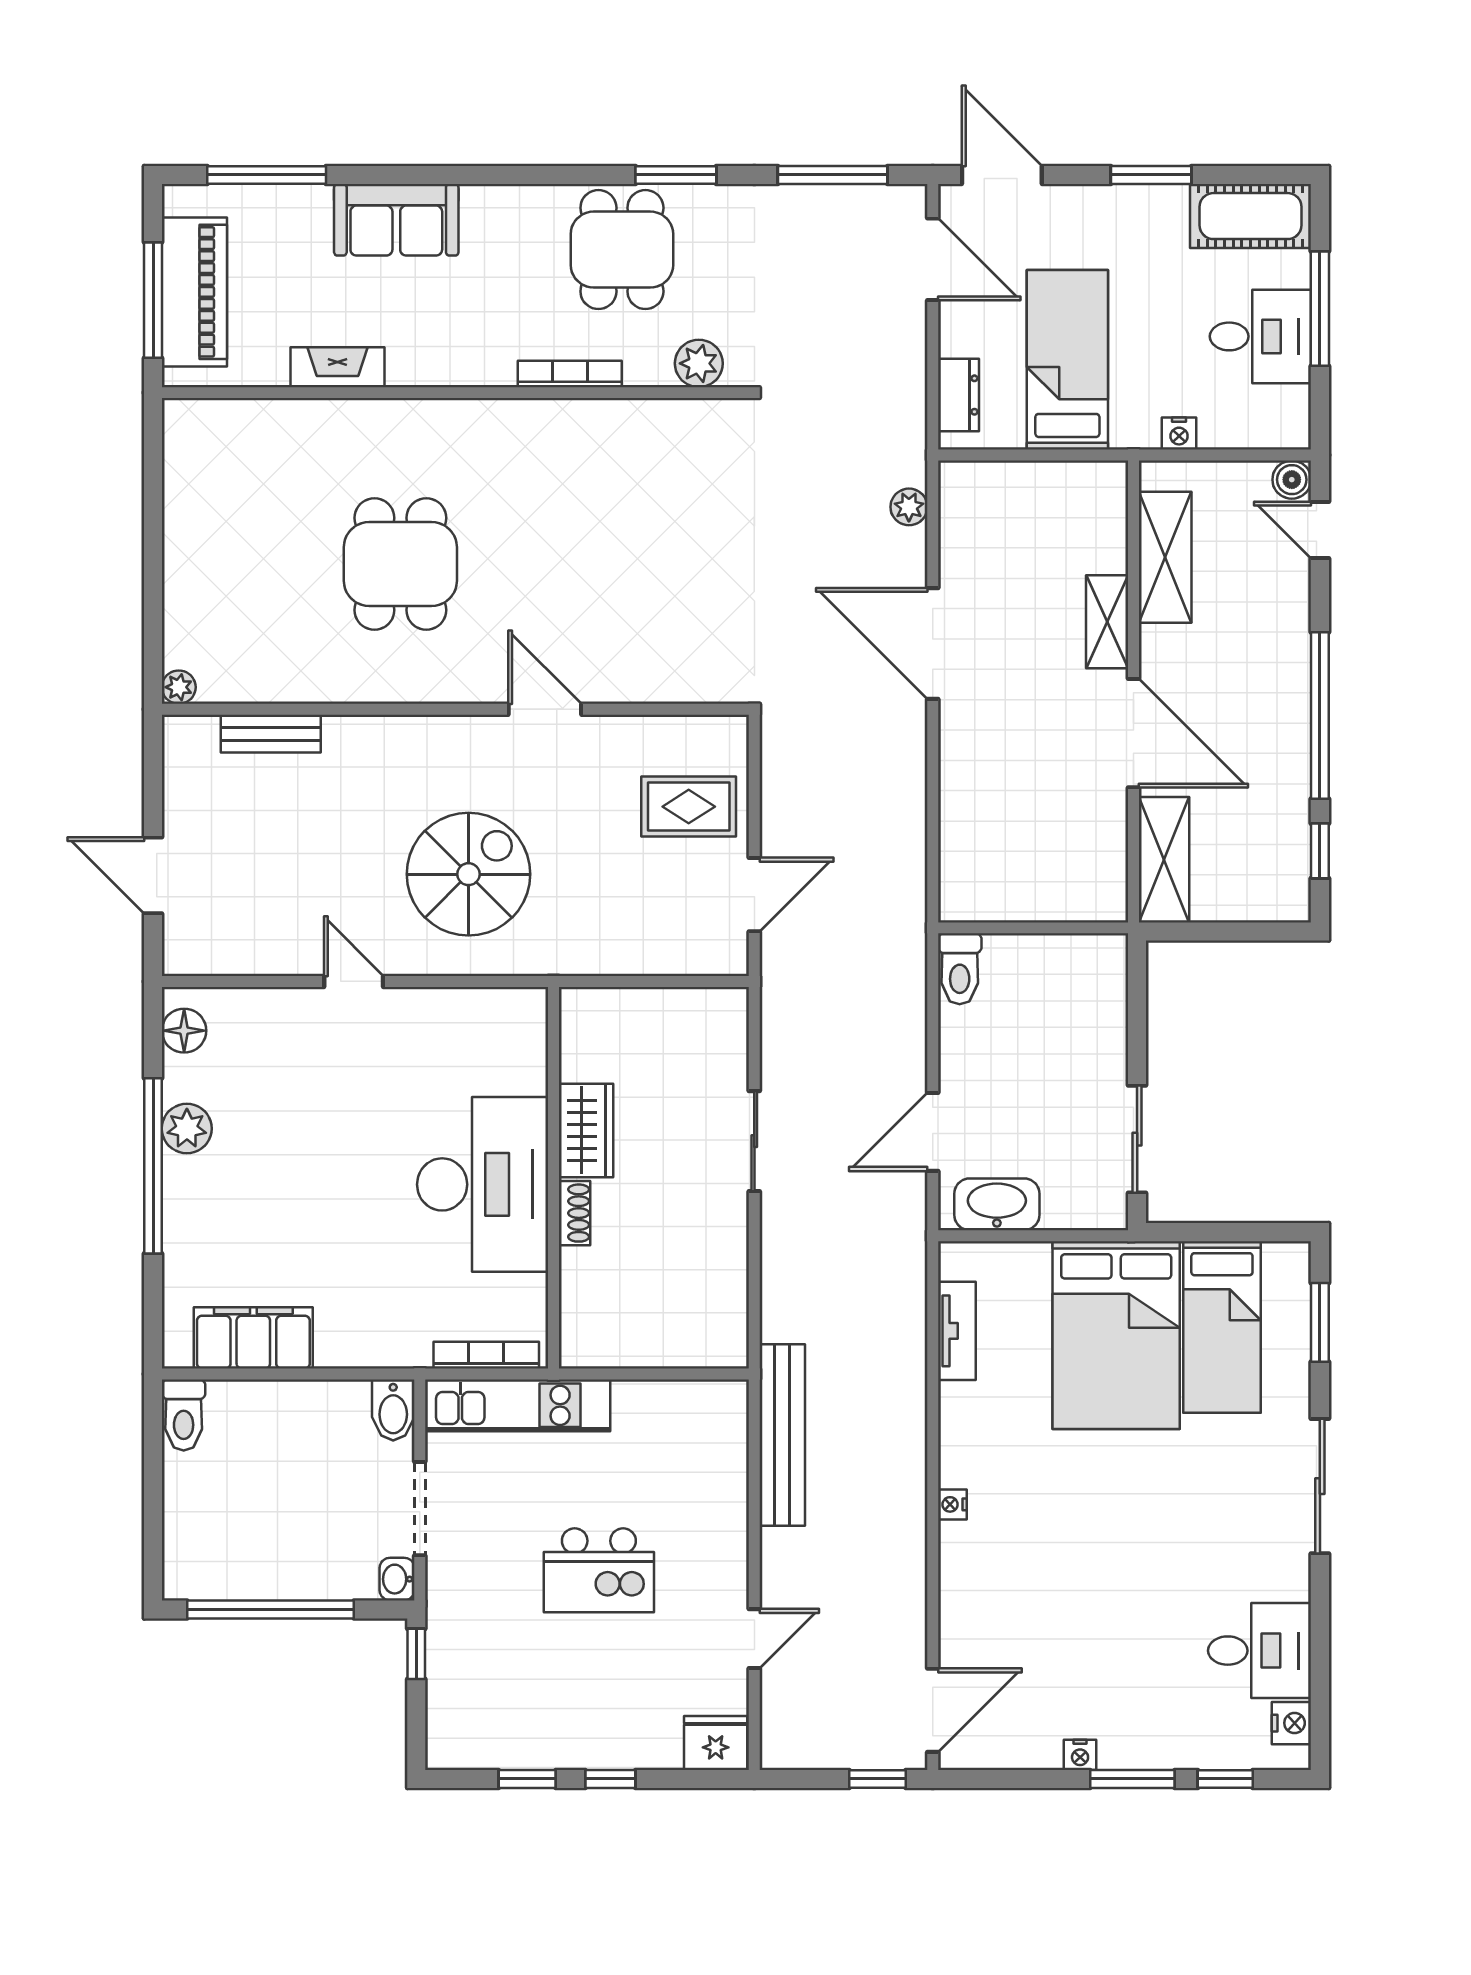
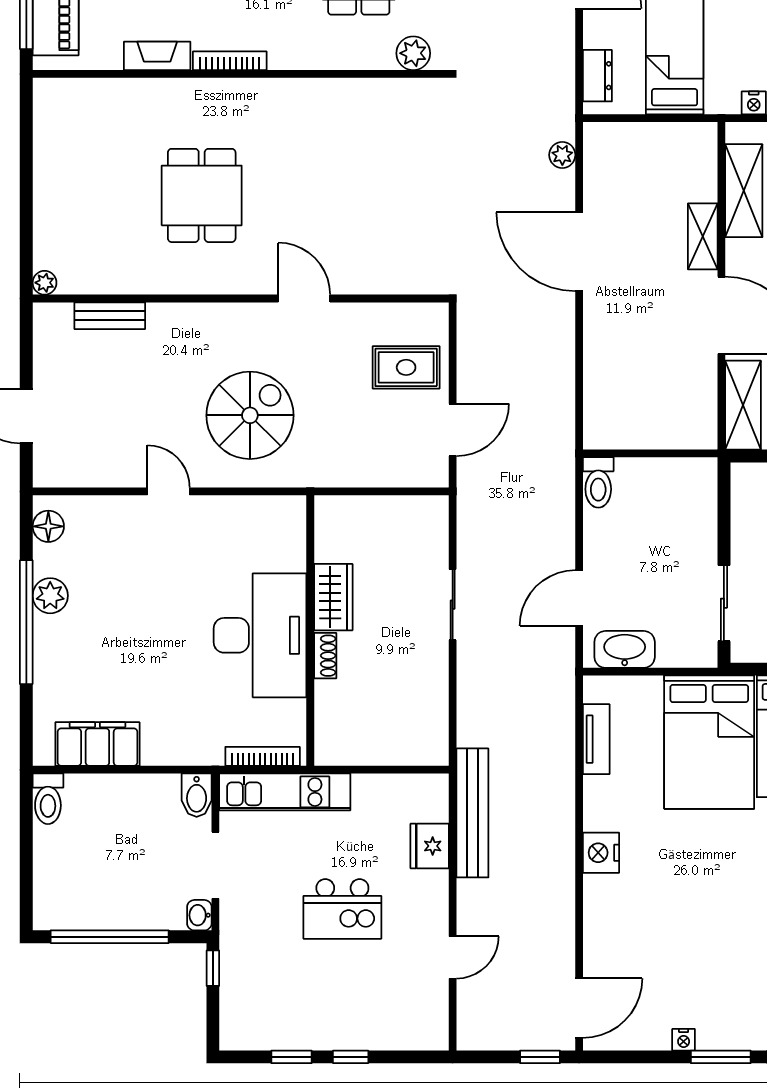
bookcase: (570, 374) -> (230, 61), moved
nightstand: (952, 1504) -> (601, 853), width x1.89, depth x1.79
fridge: (716, 1743) -> (430, 846), moved, turned -90

